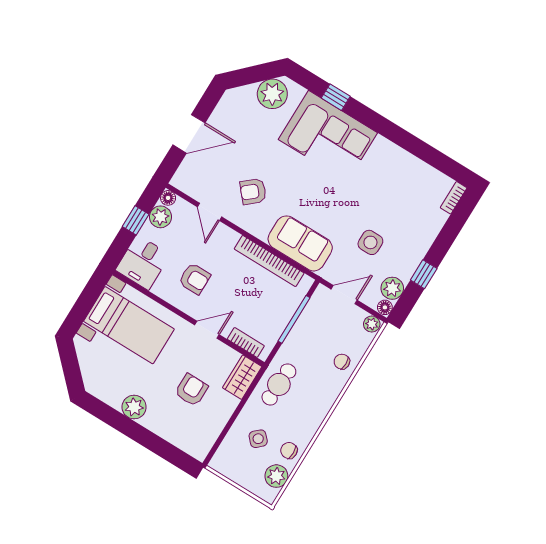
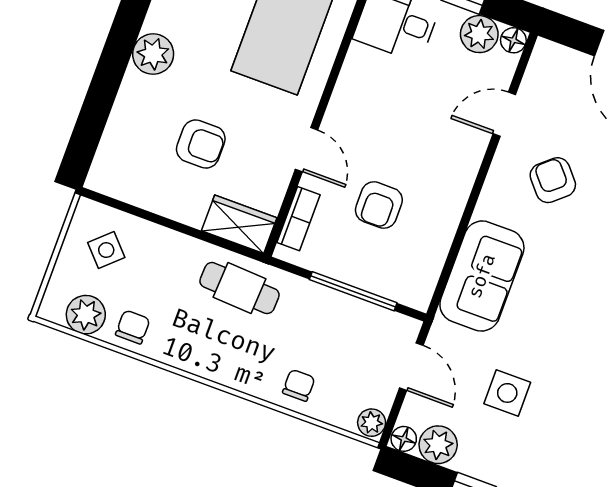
bookcase: (269, 261) -> (442, 230), removed
armchair: (195, 279) -> (379, 205), moved
side table: (258, 439) -> (106, 250), moved

